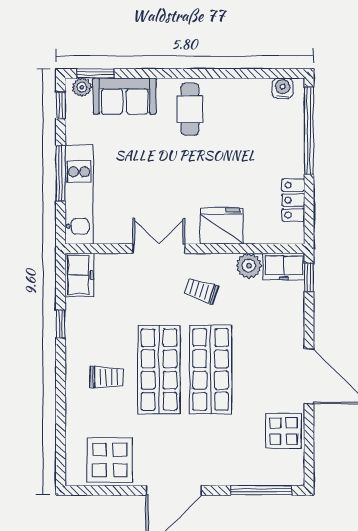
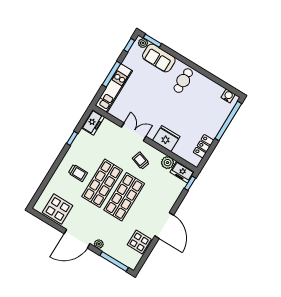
plant: (217, 477) -> (99, 244), added

